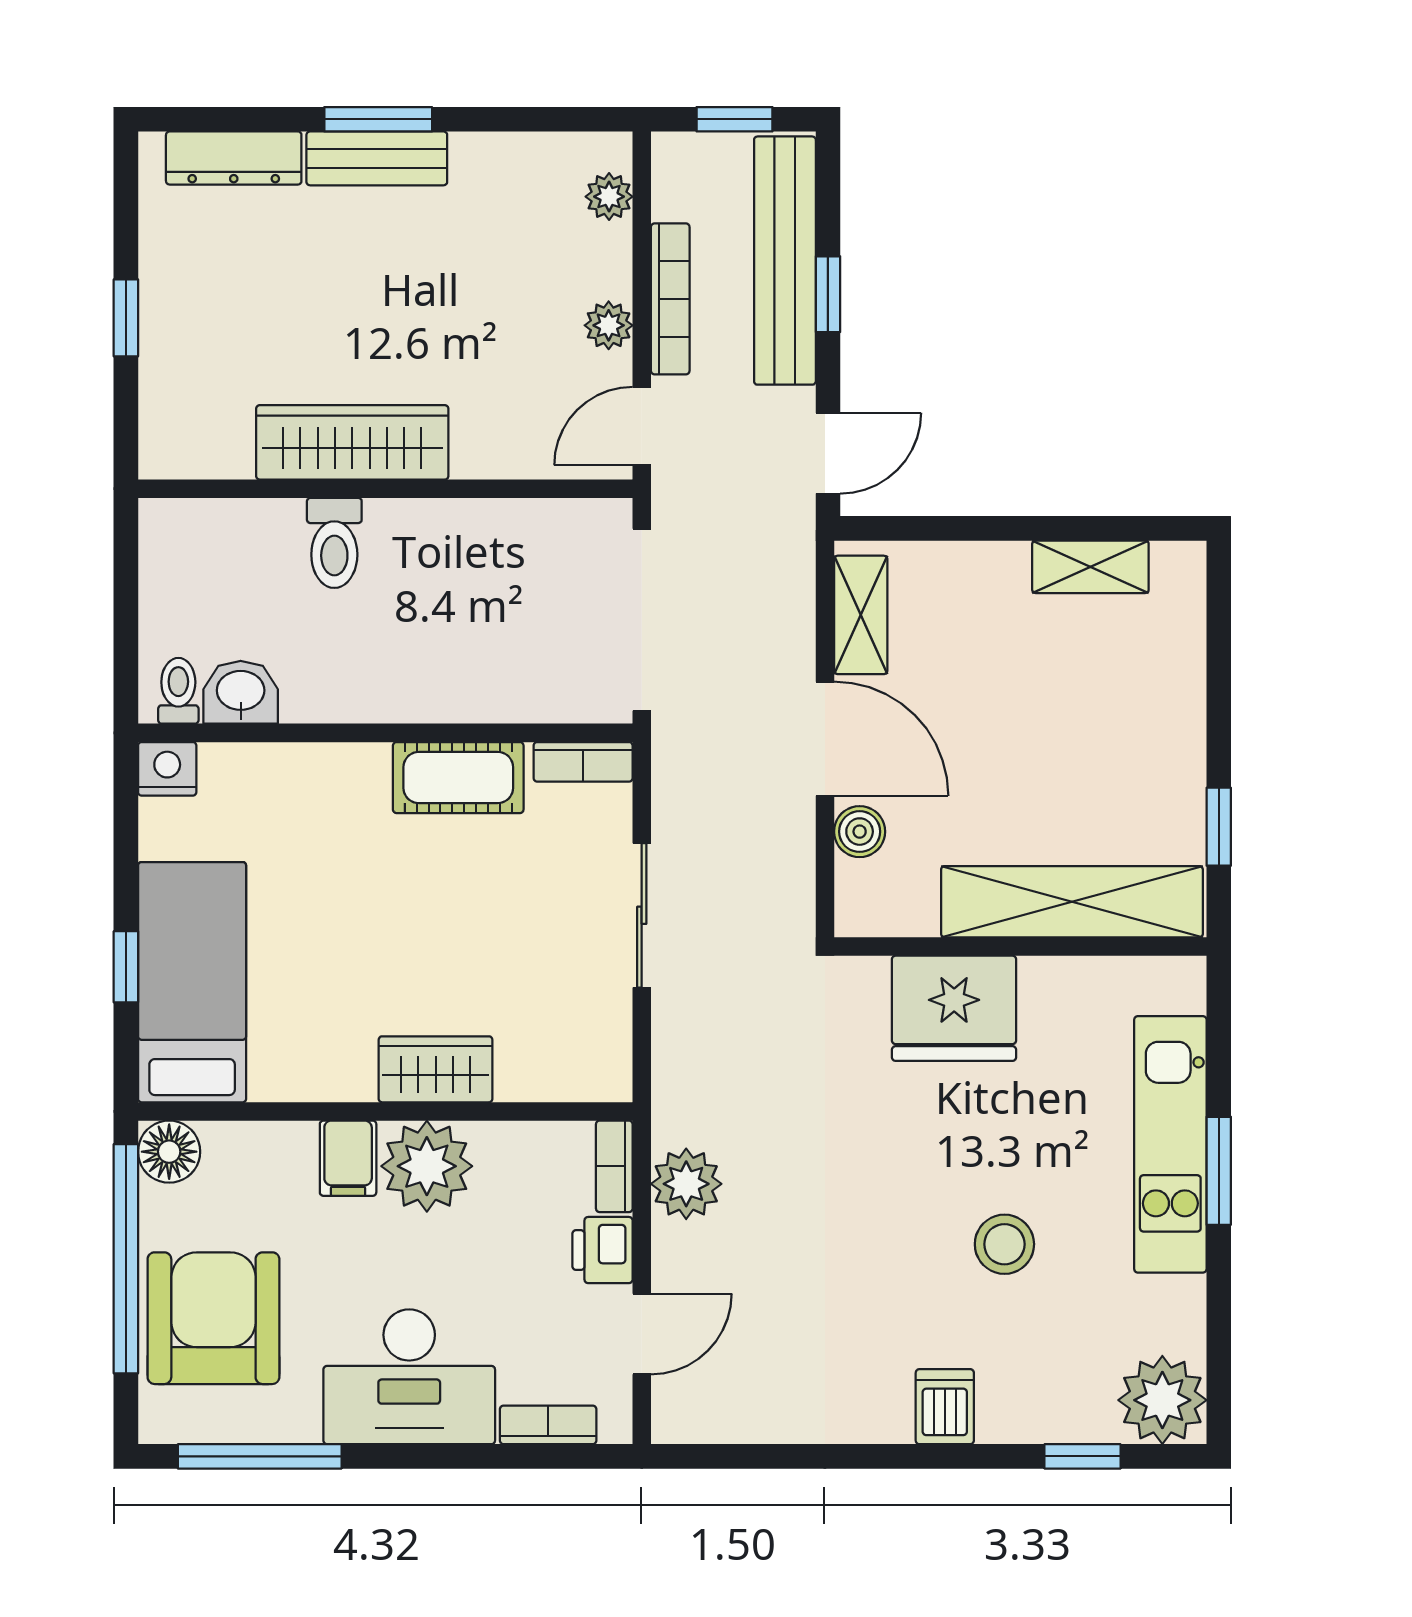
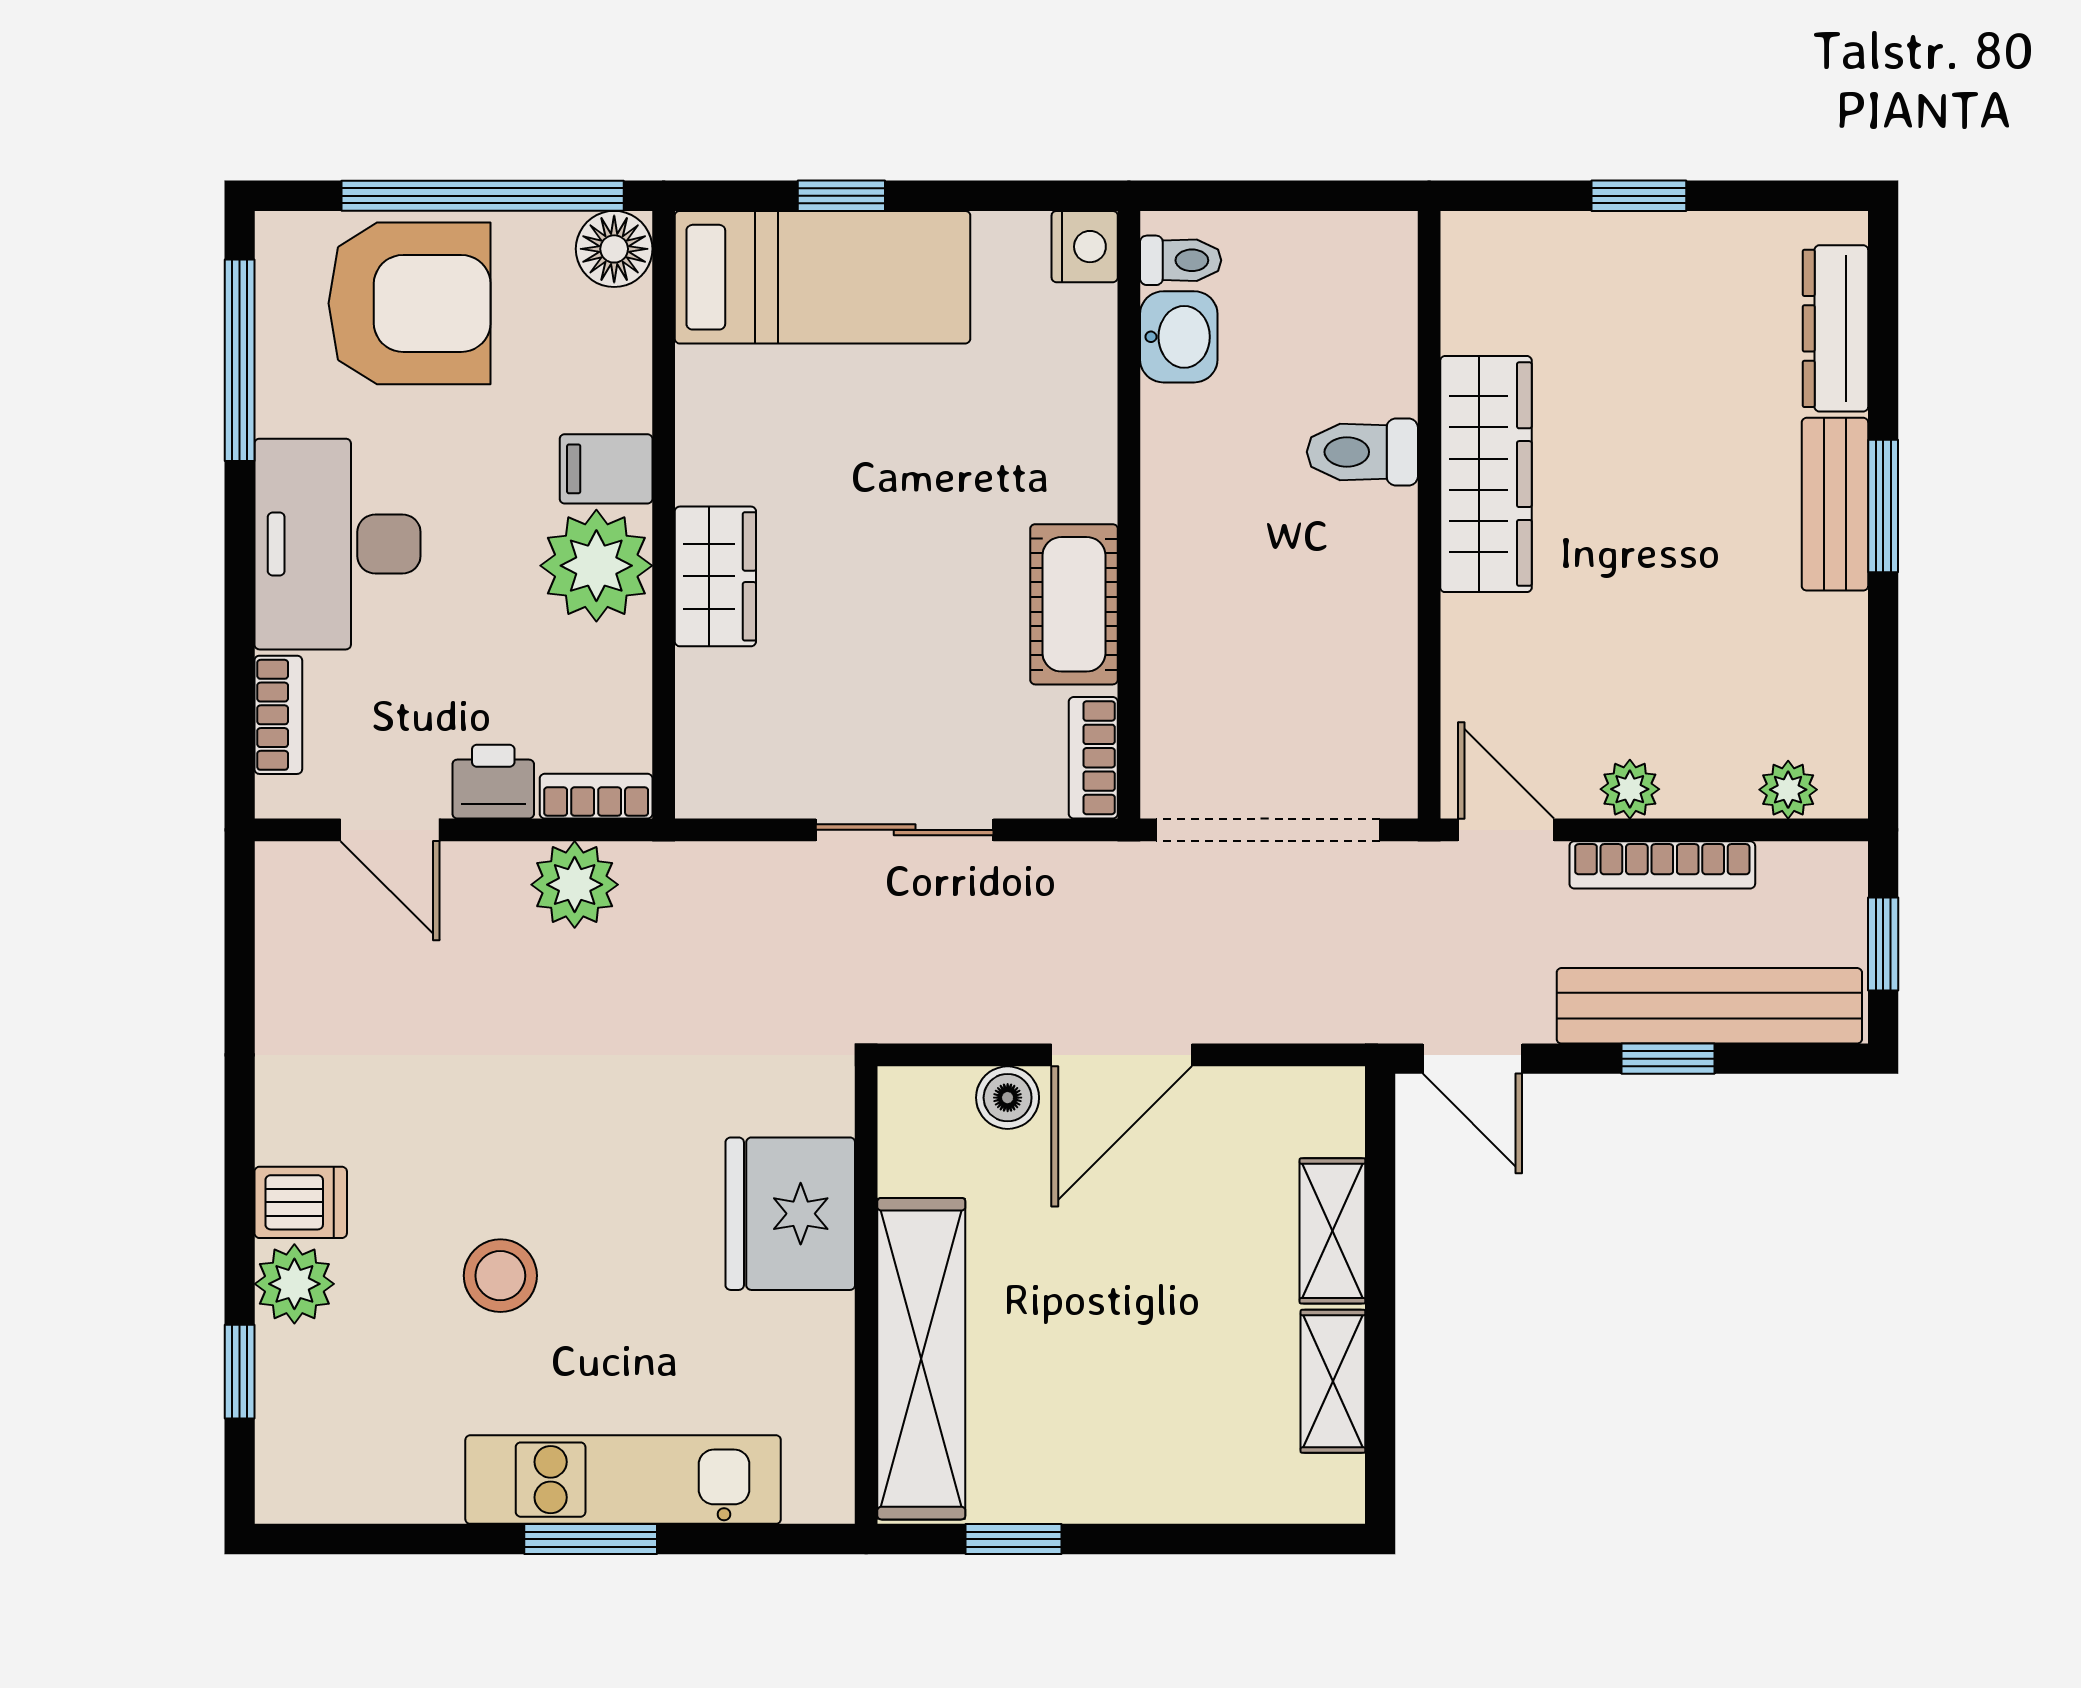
shelving: (861, 615) -> (1332, 1231), moved, turned 90
plant: (1162, 1400) -> (294, 1284), moved, width x0.73, depth x0.73

